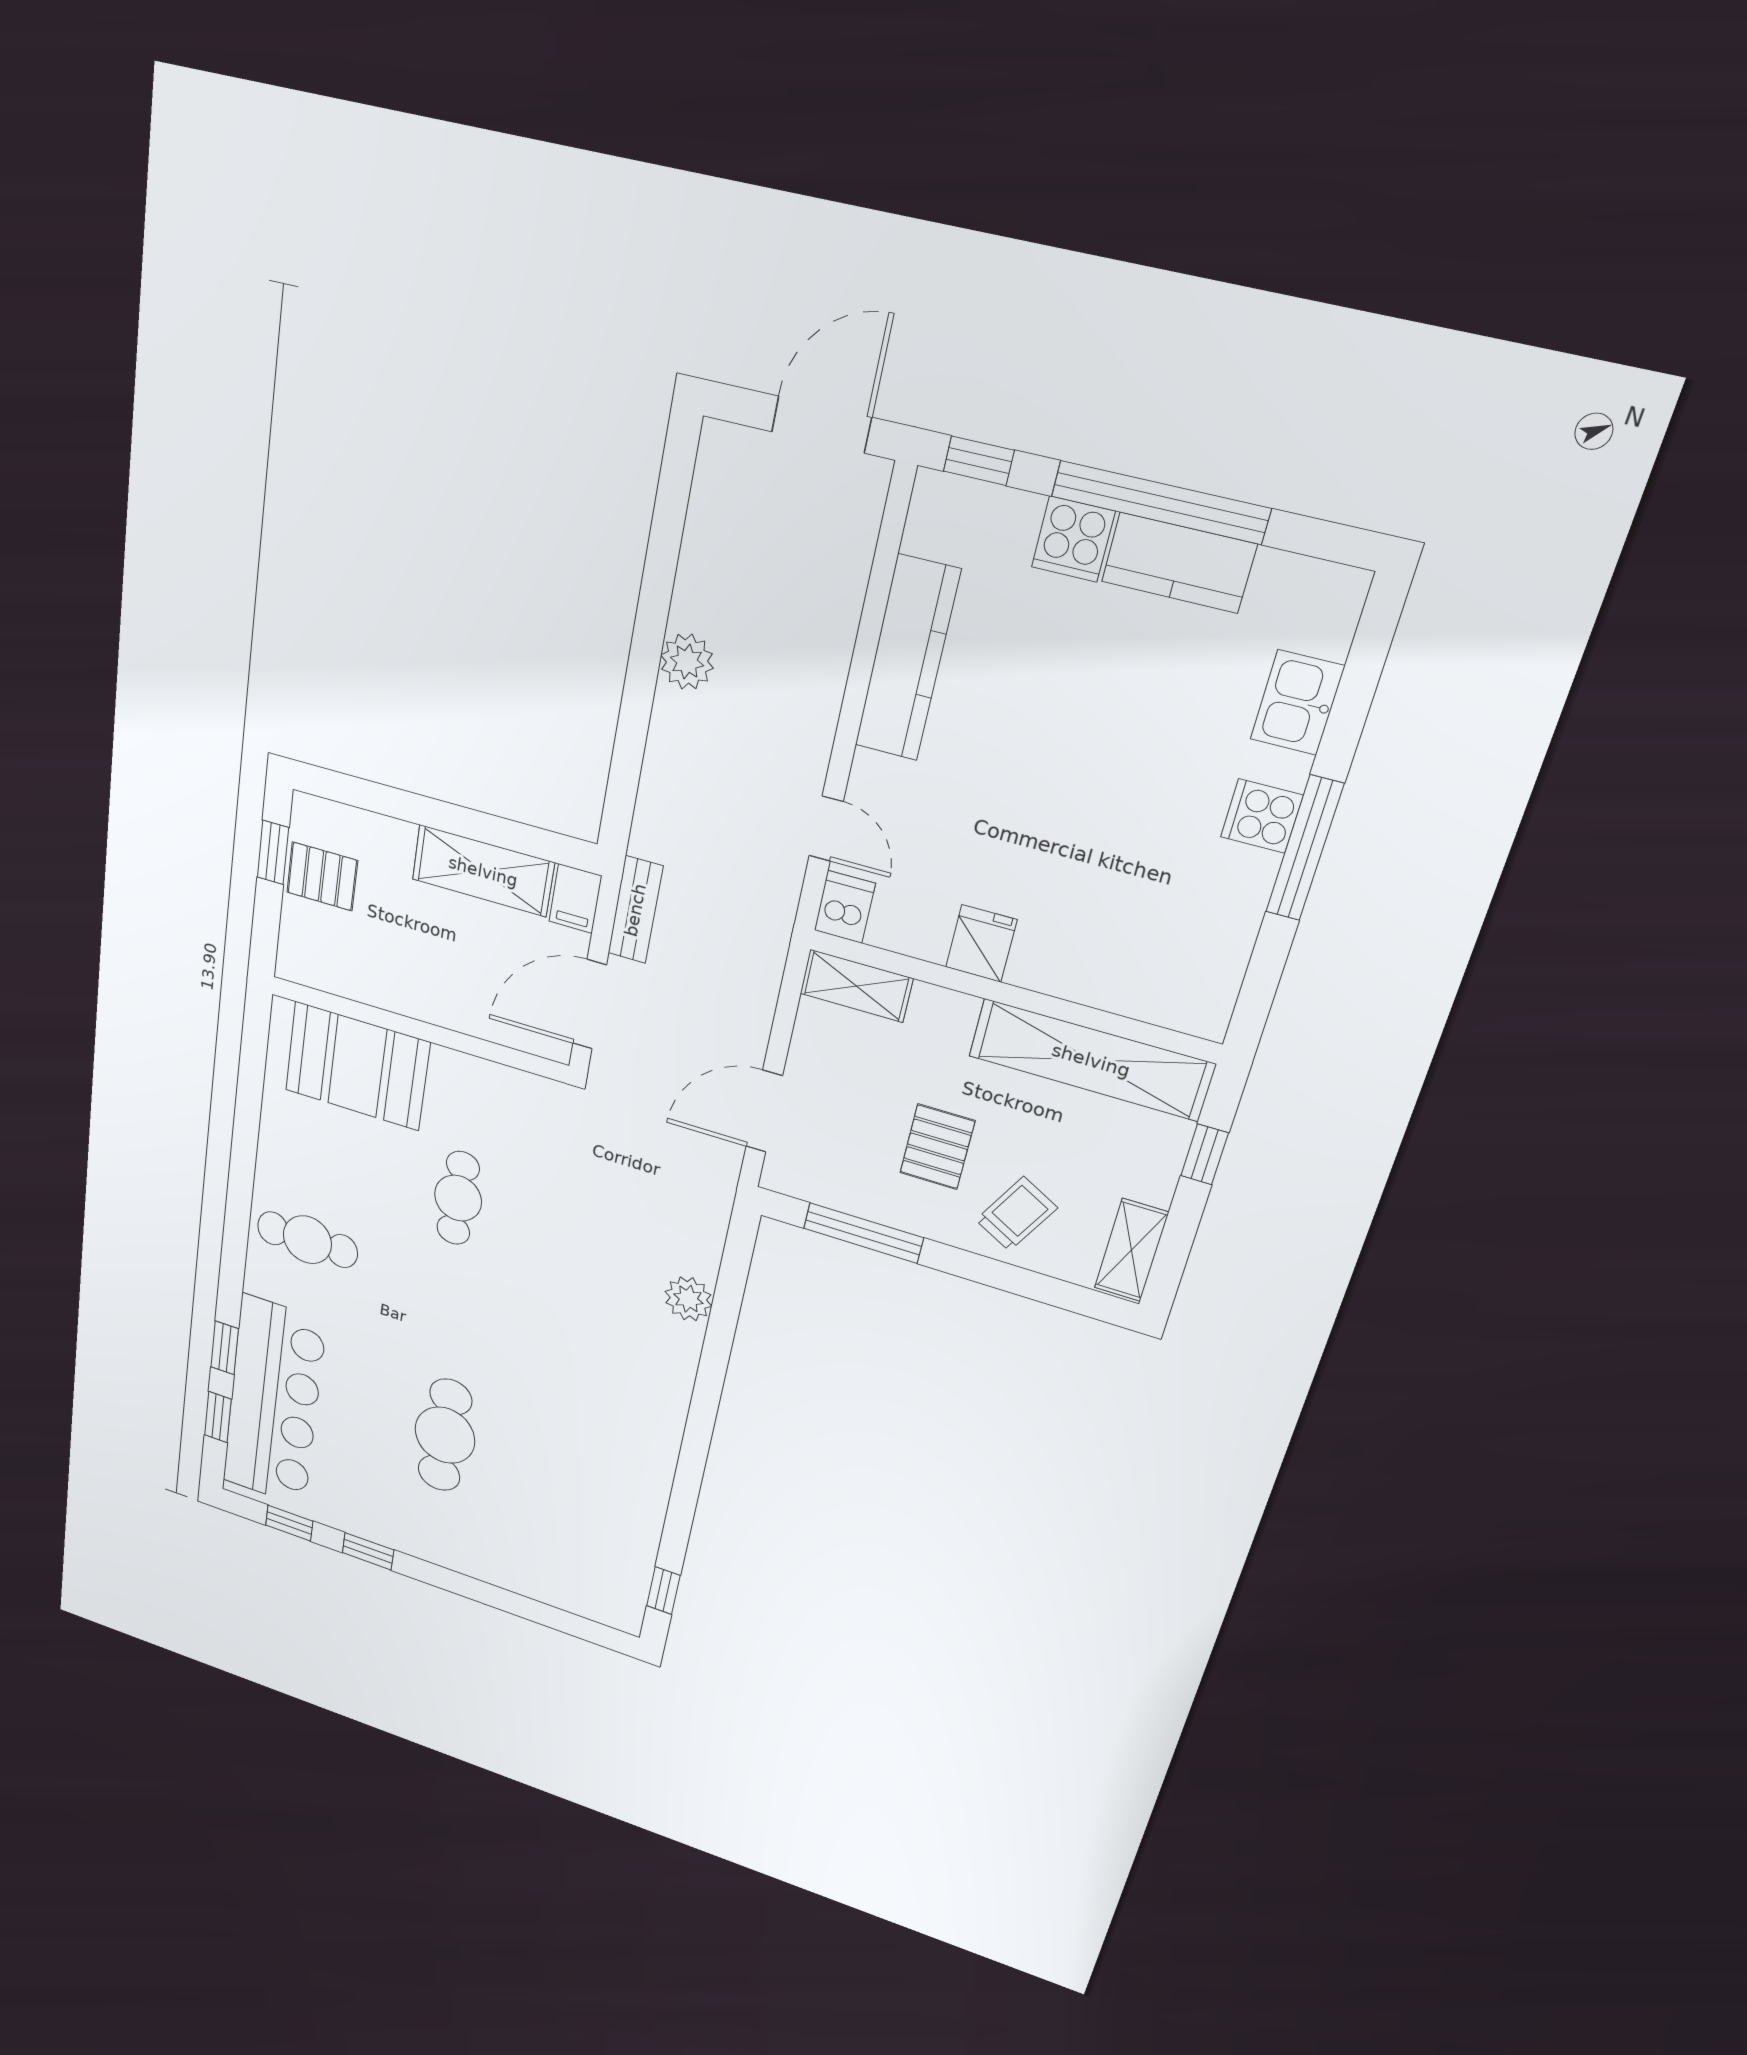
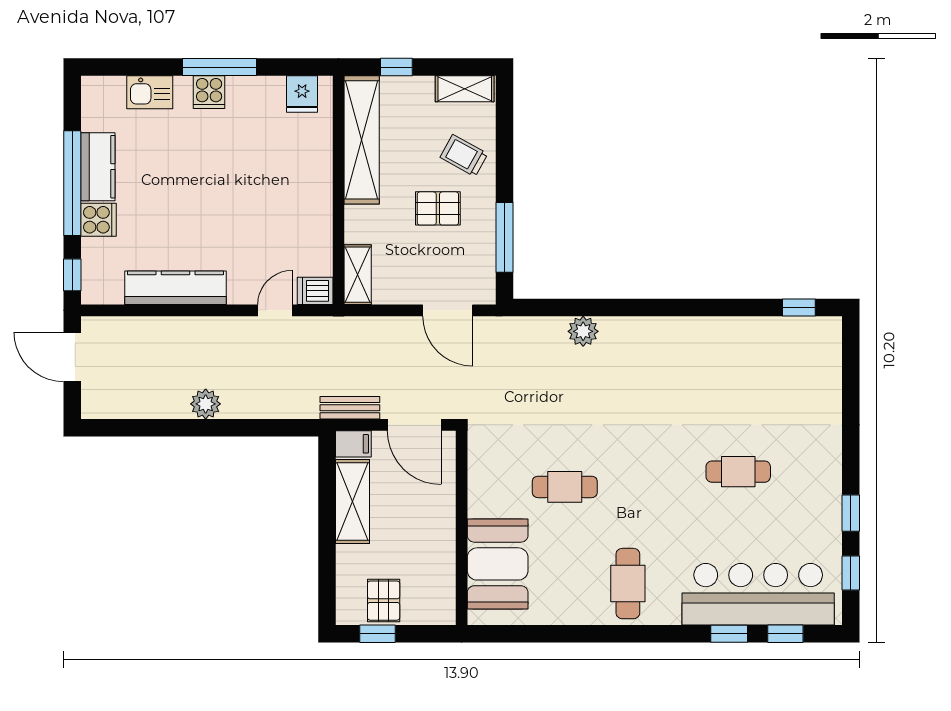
fridge: (981, 943) -> (302, 94), moved, turned -90
cafe table: (445, 1435) -> (738, 472), width x0.73, depth x0.74

